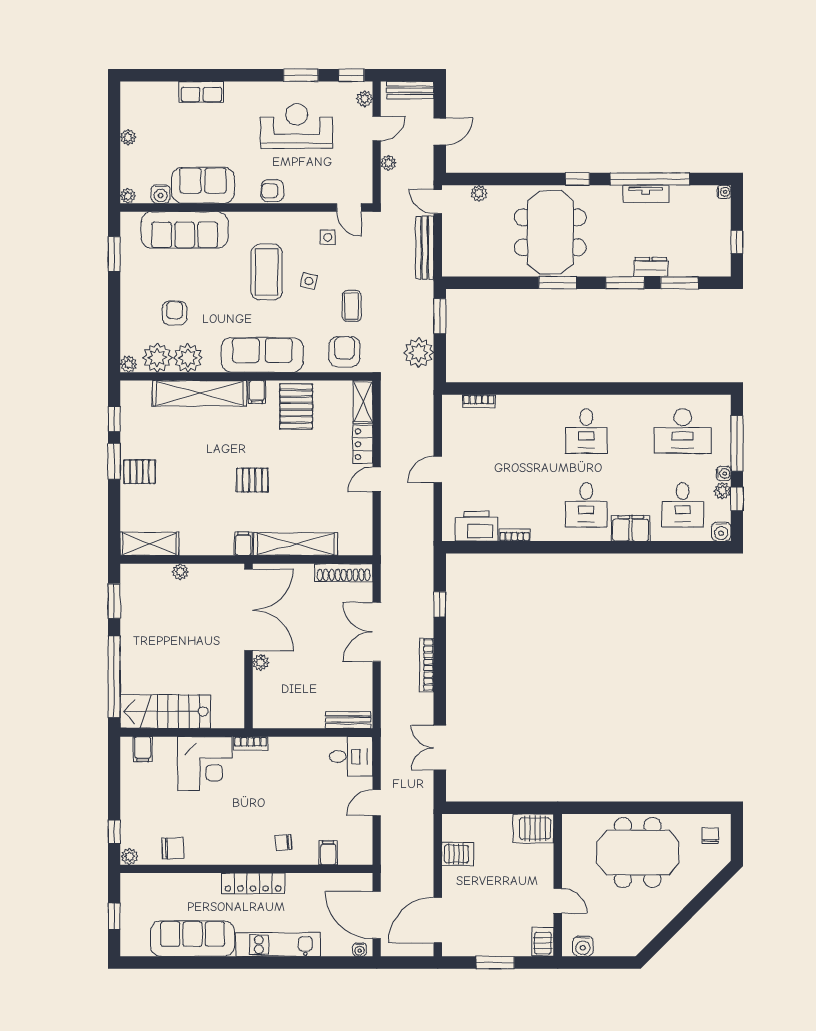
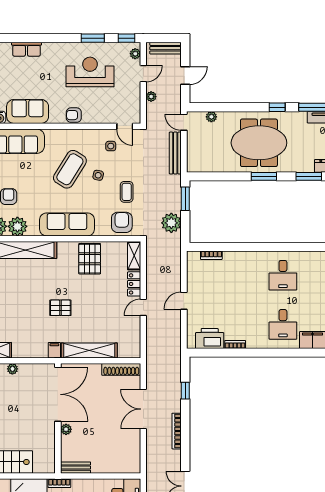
meeting table: (550, 232) -> (259, 143), turned 90
coffee table: (267, 272) -> (70, 169), turned 32
filing cabinet: (257, 392) -> (64, 249), removed
bench: (348, 720) -> (76, 468), moved

